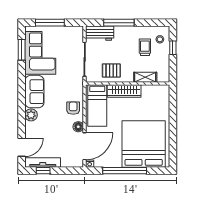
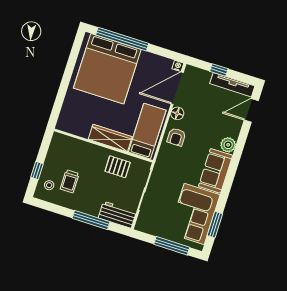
shelving: (145, 77) -> (80, 146), removed
window: (43, 171) -> (219, 70), moved
window: (125, 171) -> (122, 39), moved

